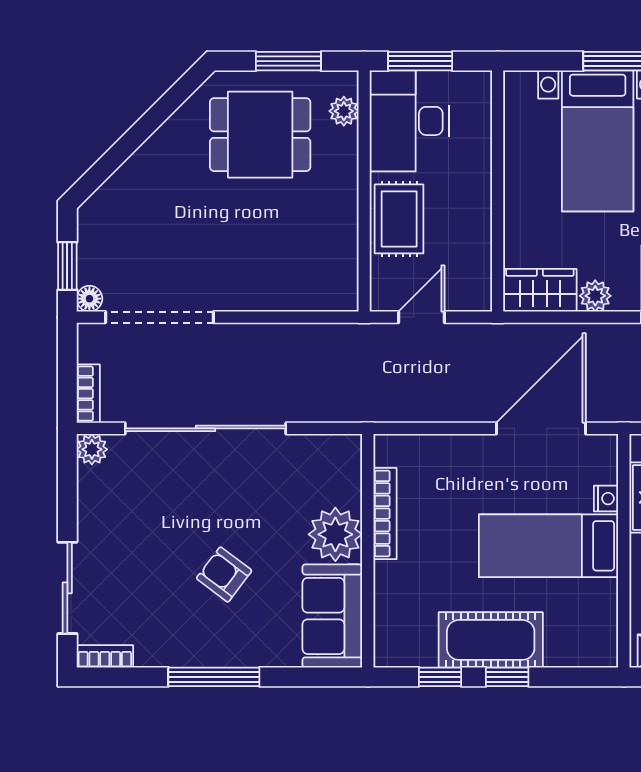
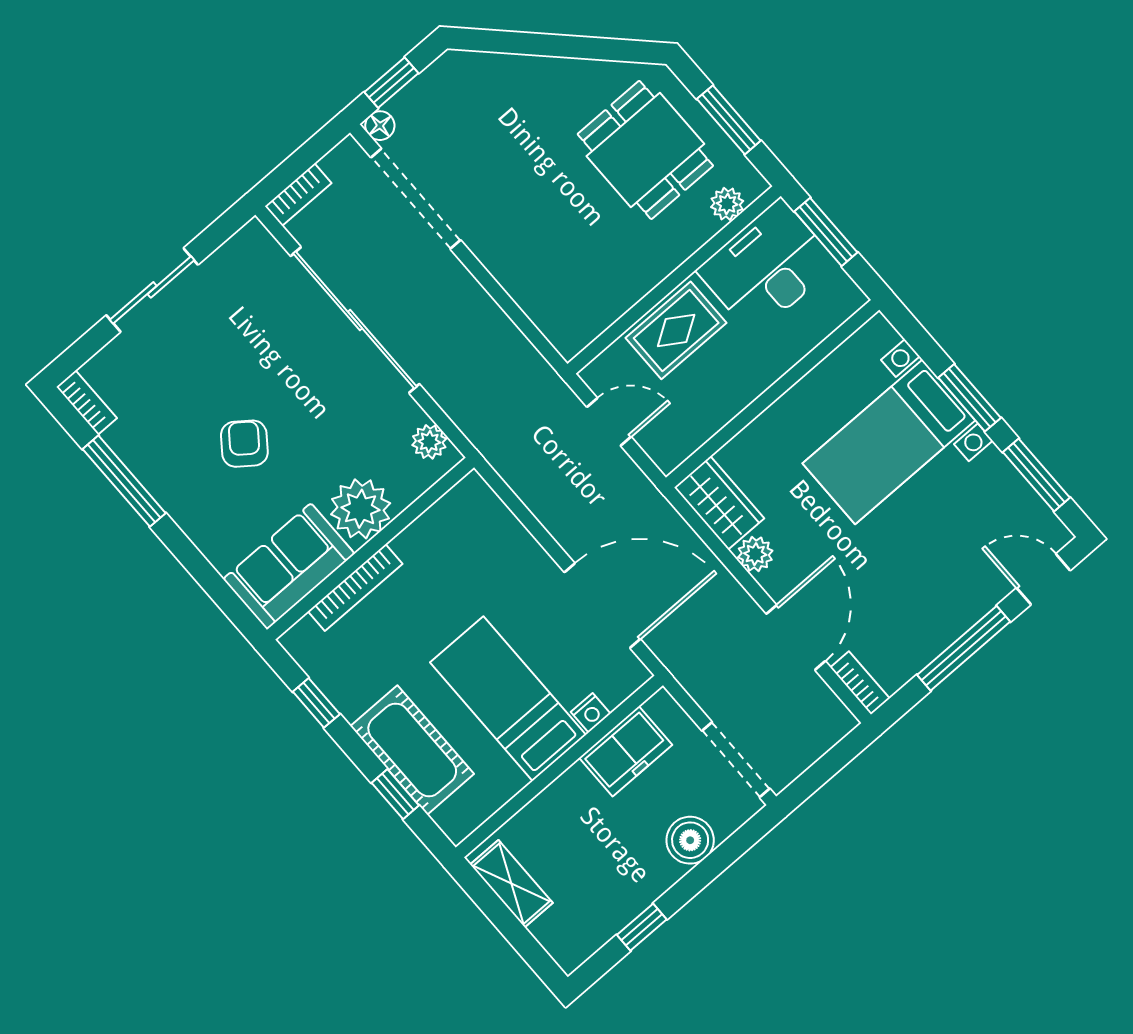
plant: (92, 449) -> (429, 442), moved
bookcase: (385, 514) -> (355, 588), moved
sliding door: (67, 588) -> (152, 290), moved
cot: (491, 640) -> (412, 750), moved
window: (214, 677) -> (124, 481), moved
window: (507, 677) -> (395, 794), moved

